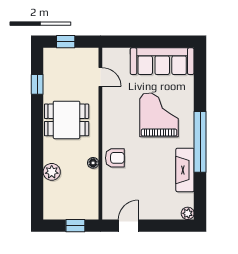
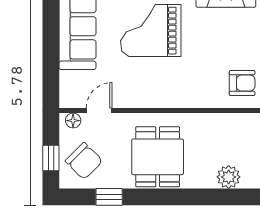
chair: (63, 66) -> (84, 161), added
armchair: (115, 158) -> (242, 83), moved, turned 90
floor lamp: (93, 163) -> (73, 121), moved

